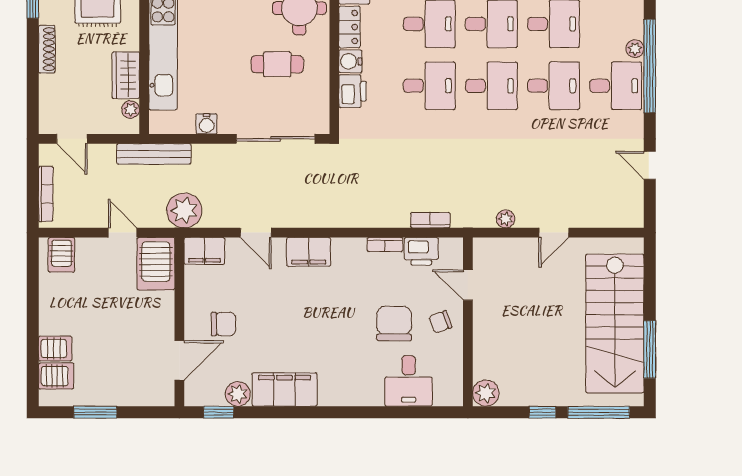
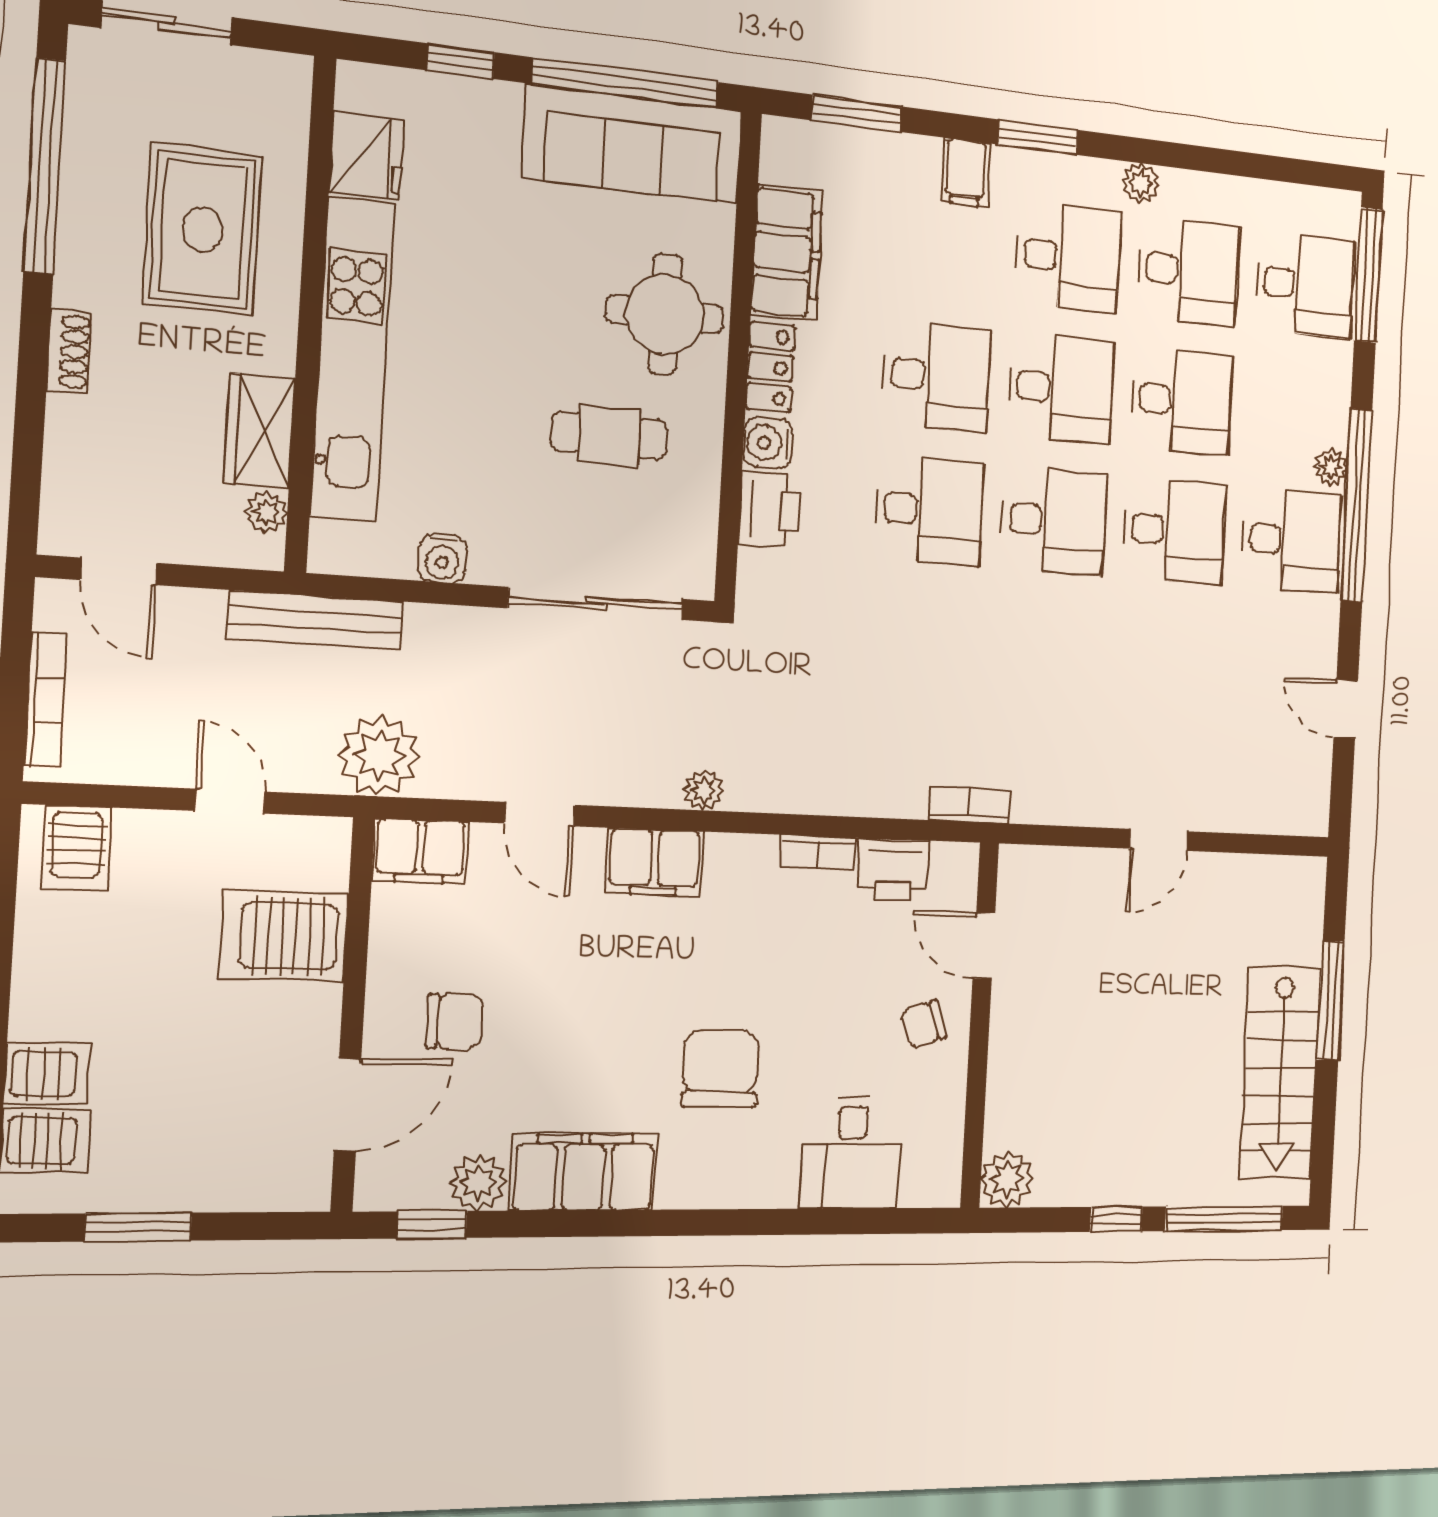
shoe rack: (47, 49) -> (69, 351), width x0.70
plant: (506, 219) -> (704, 790), moved
bookcase: (430, 220) -> (970, 805), moved
server rack: (156, 264) -> (284, 936), moved, turned 90
chair: (394, 324) -> (720, 1069), moved
stairs: (615, 324) -> (1280, 1072), width x0.73, depth x0.66
window: (650, 349) -> (1331, 1001), moved

